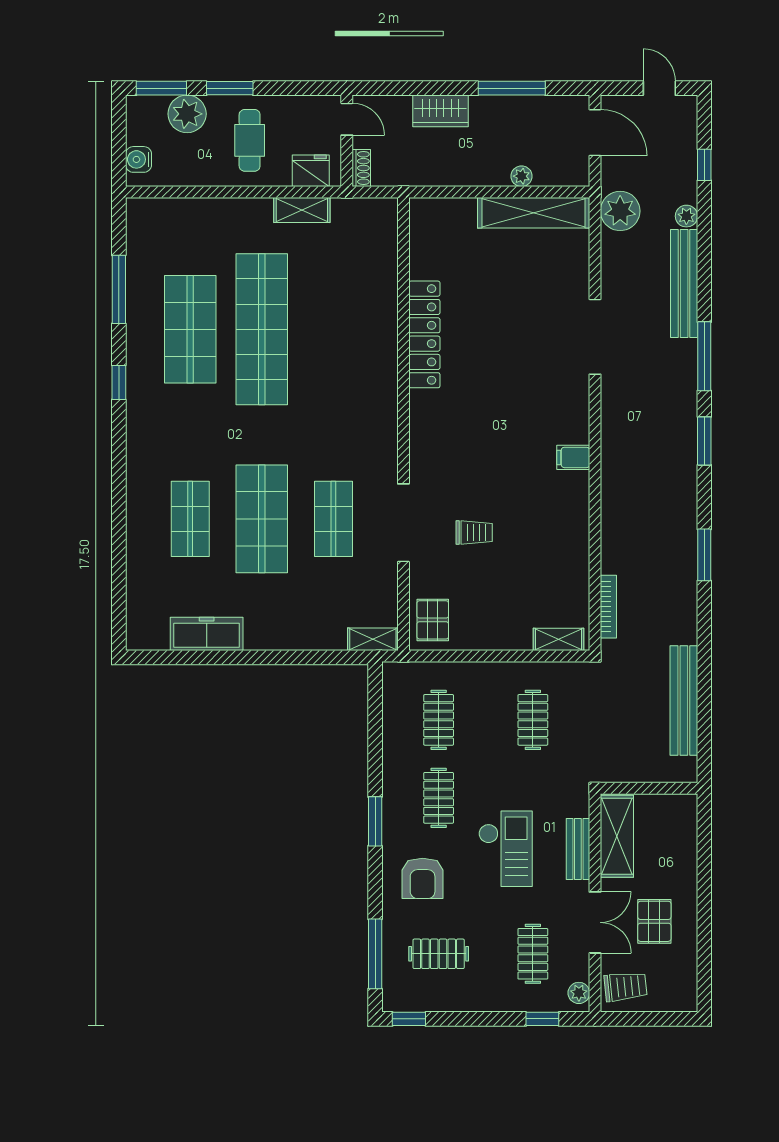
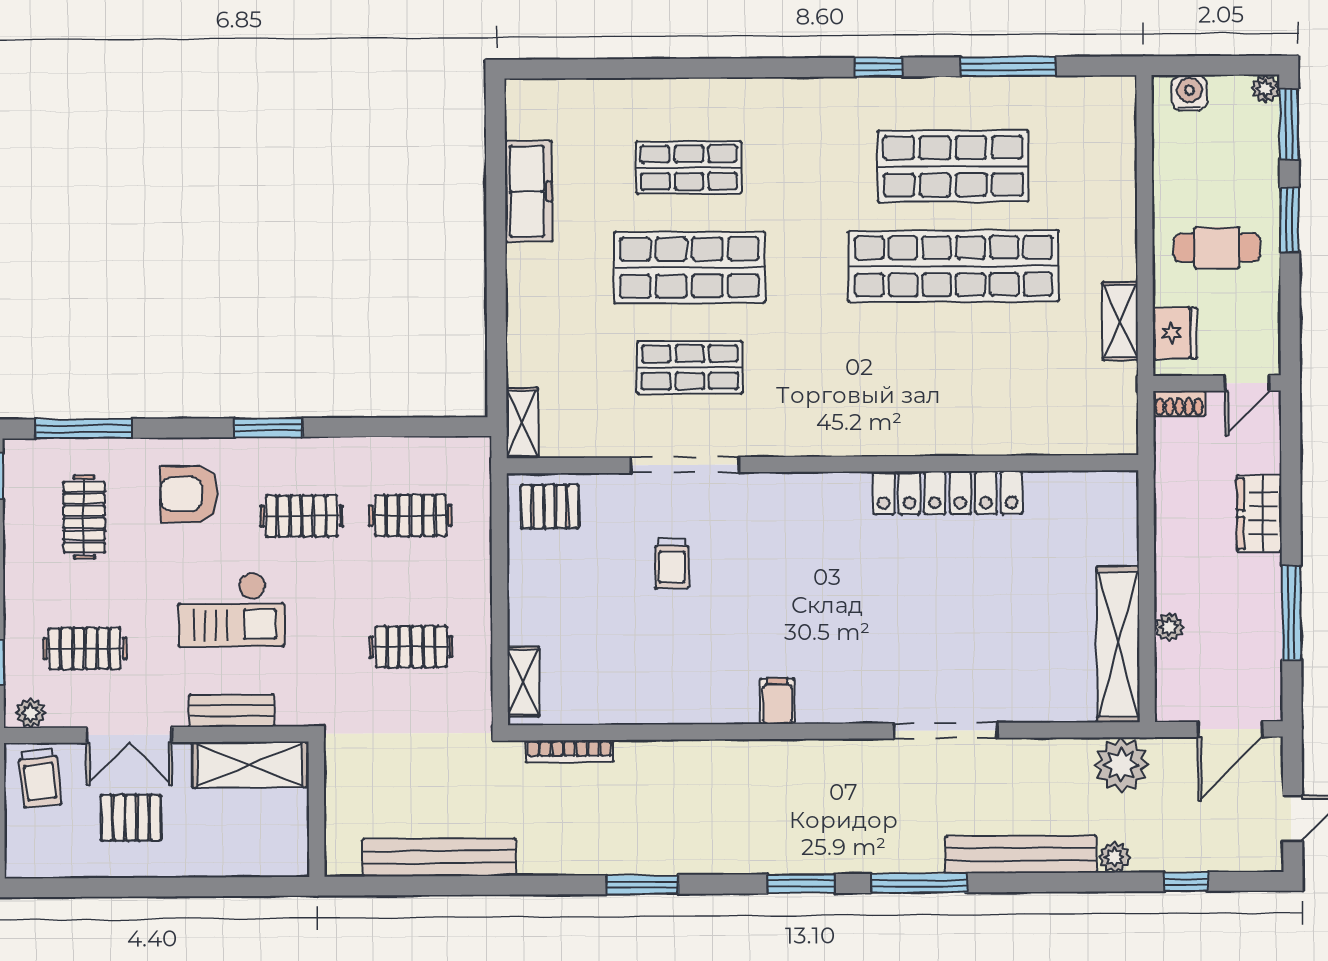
plant: (187, 114) -> (1265, 89), moved, width x0.53, depth x0.53

